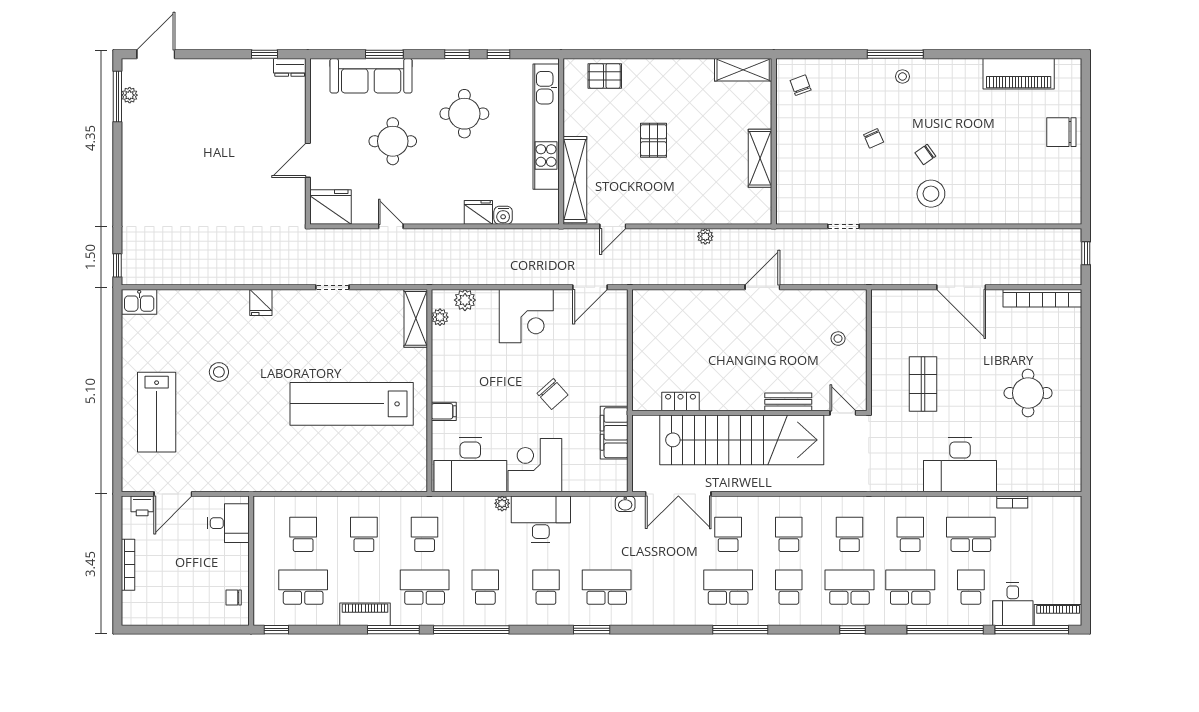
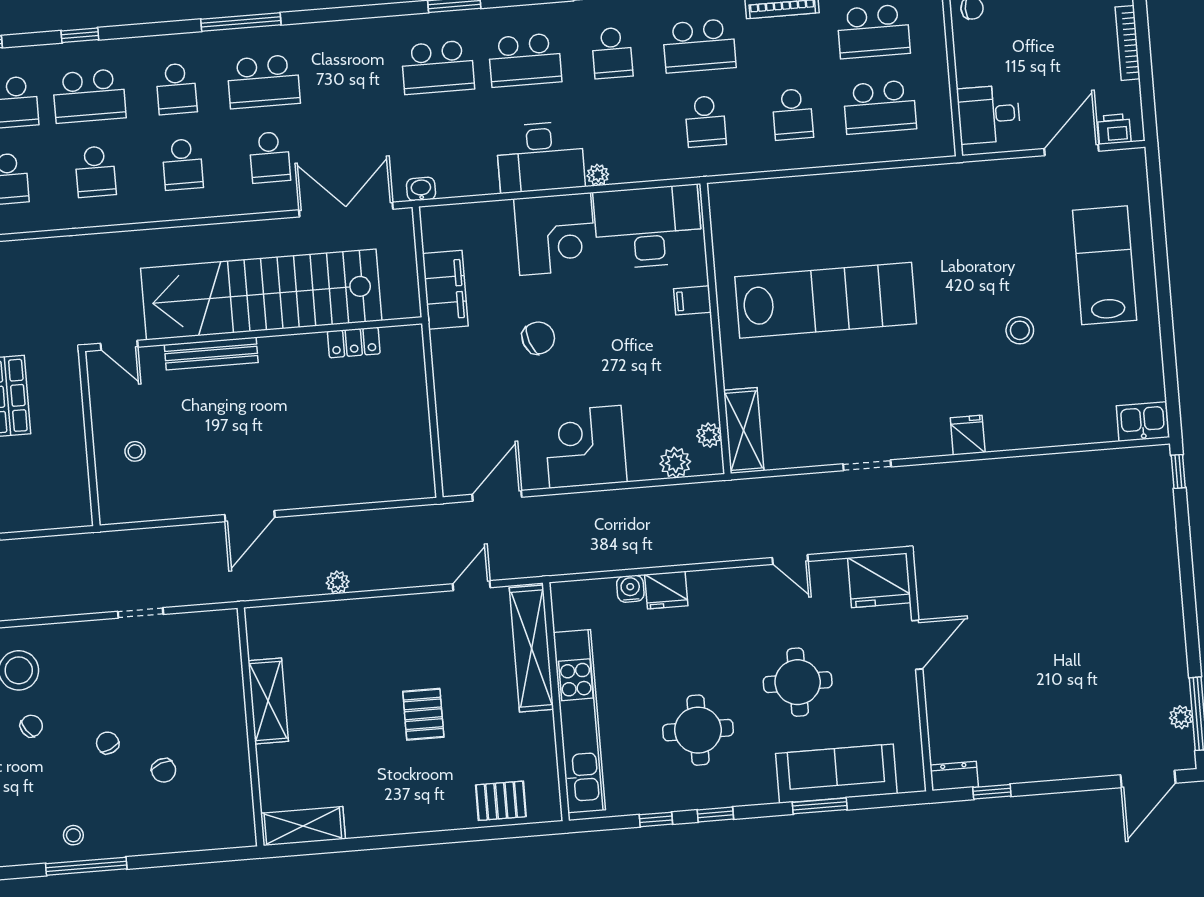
chair: (801, 85) -> (164, 770), moved
chair: (553, 394) -> (538, 338), turned 112
bench: (788, 402) -> (211, 354), width x1.36
school desk: (303, 534) -> (880, 107), width x1.85
school desk: (546, 587) -> (525, 60), width x1.85

